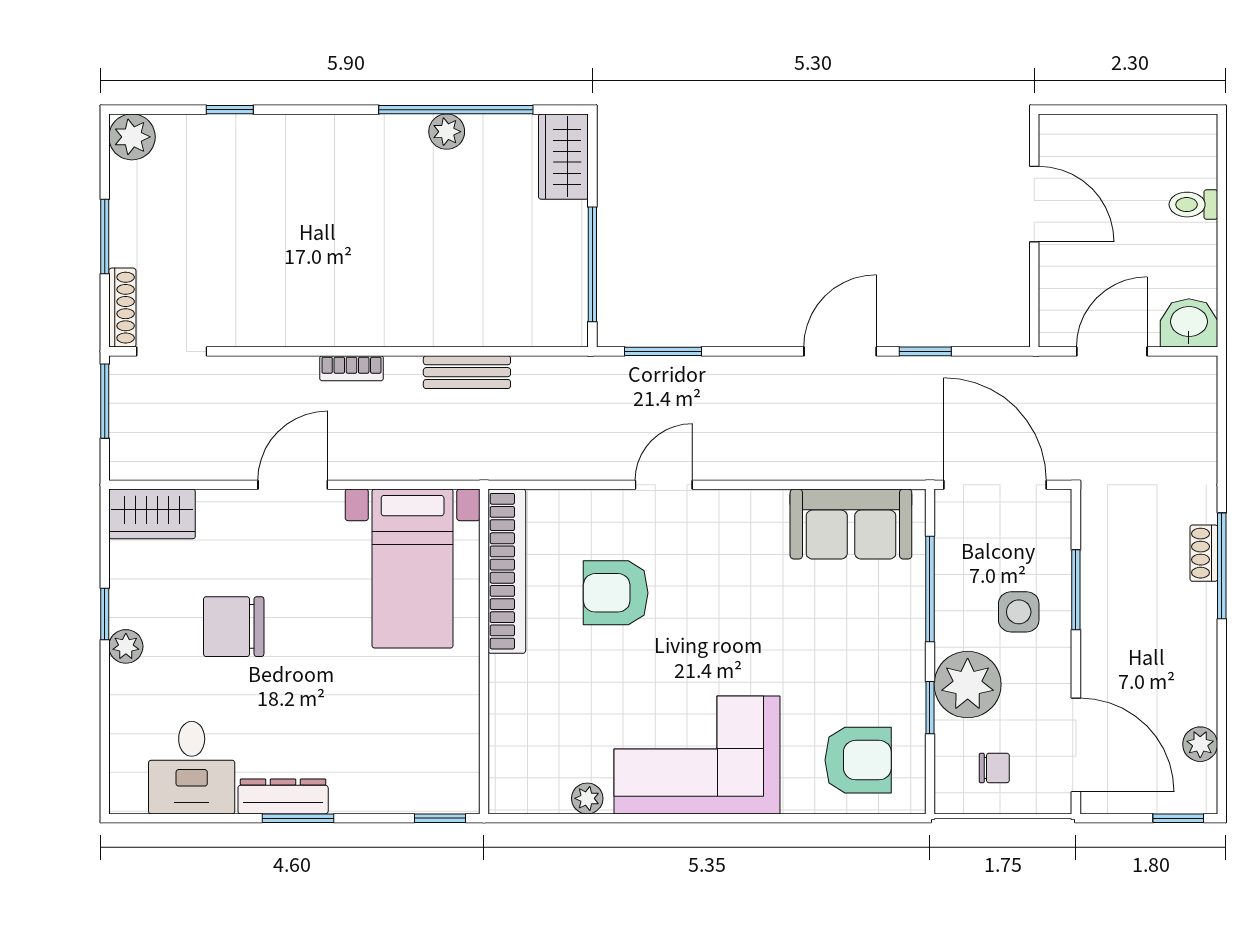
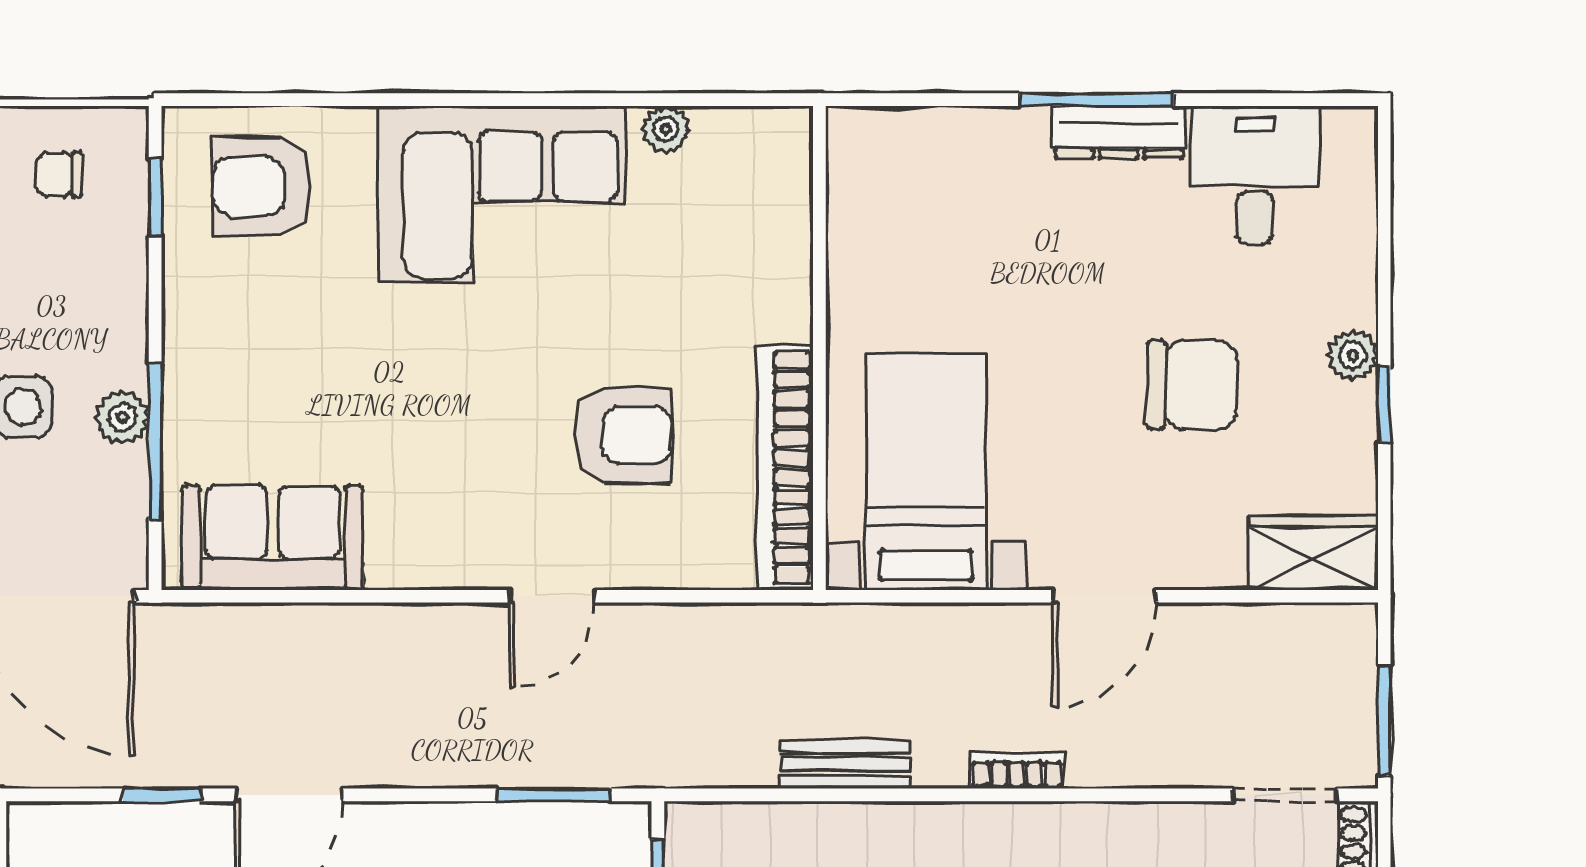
plant: (968, 685) -> (122, 417), moved, width x0.53, depth x0.53
window: (930, 708) -> (155, 197), moved
window: (298, 818) -> (1096, 100), width x1.44
window: (440, 818) -> (885, 100), removed

